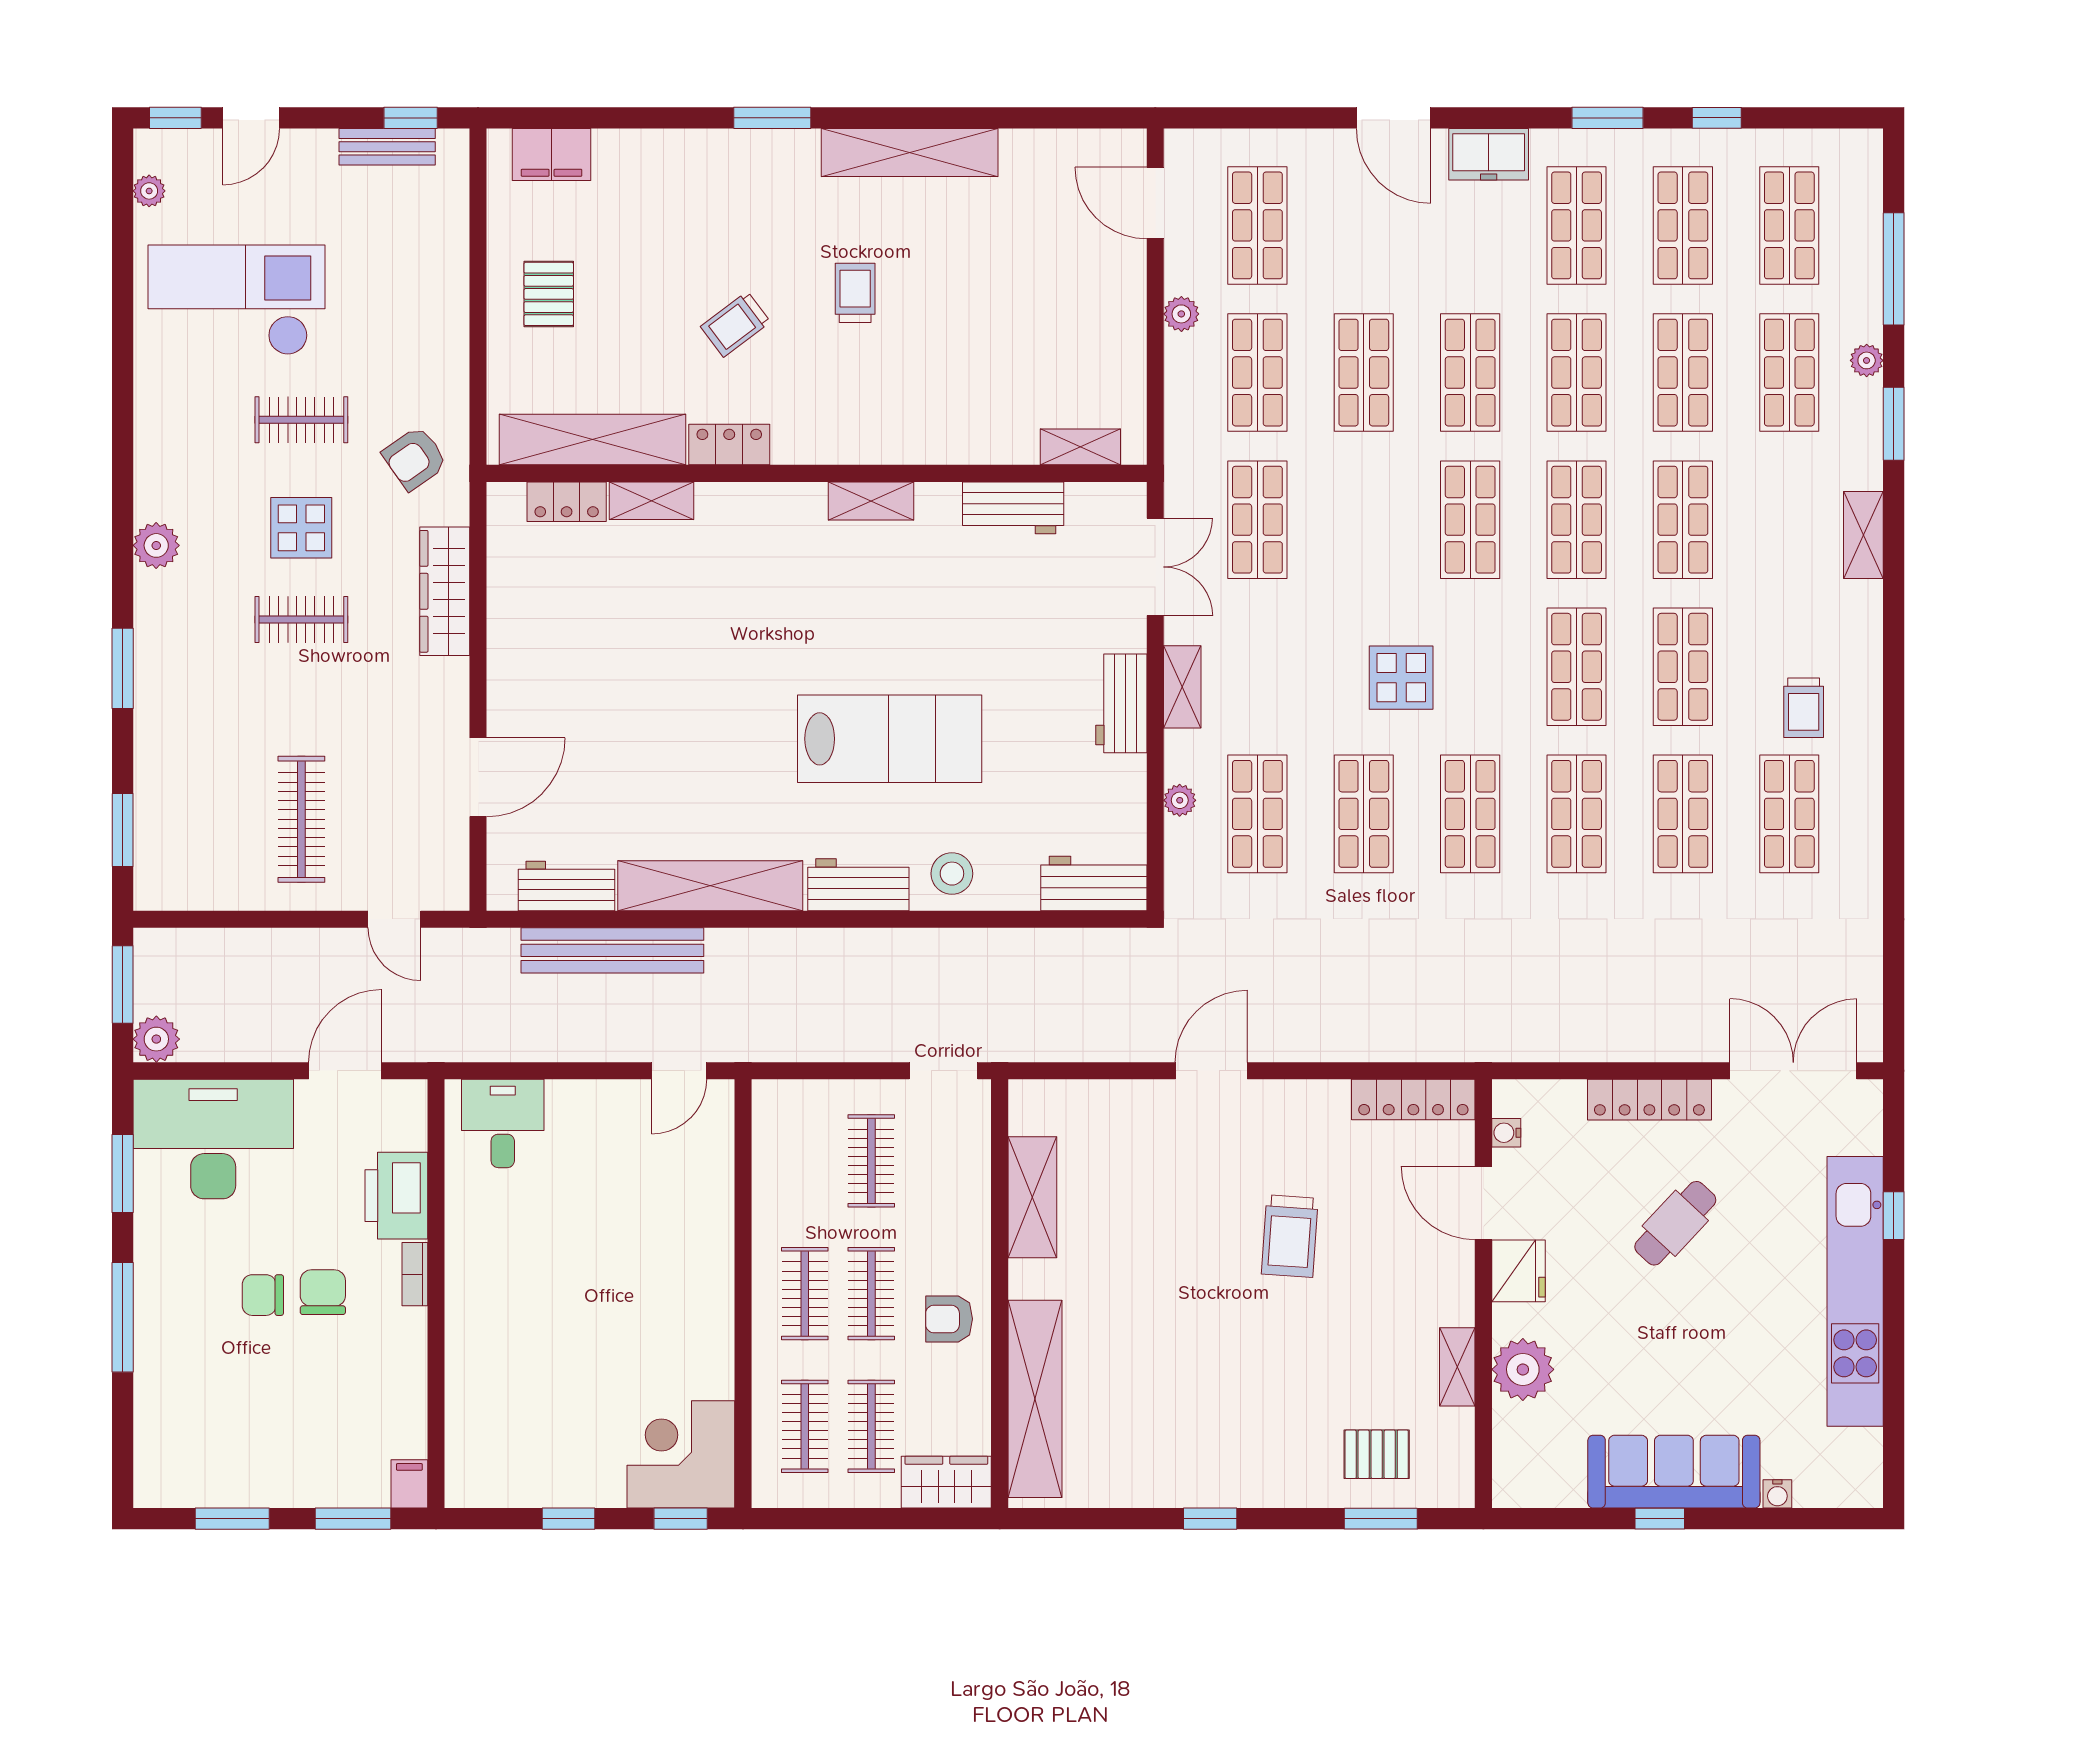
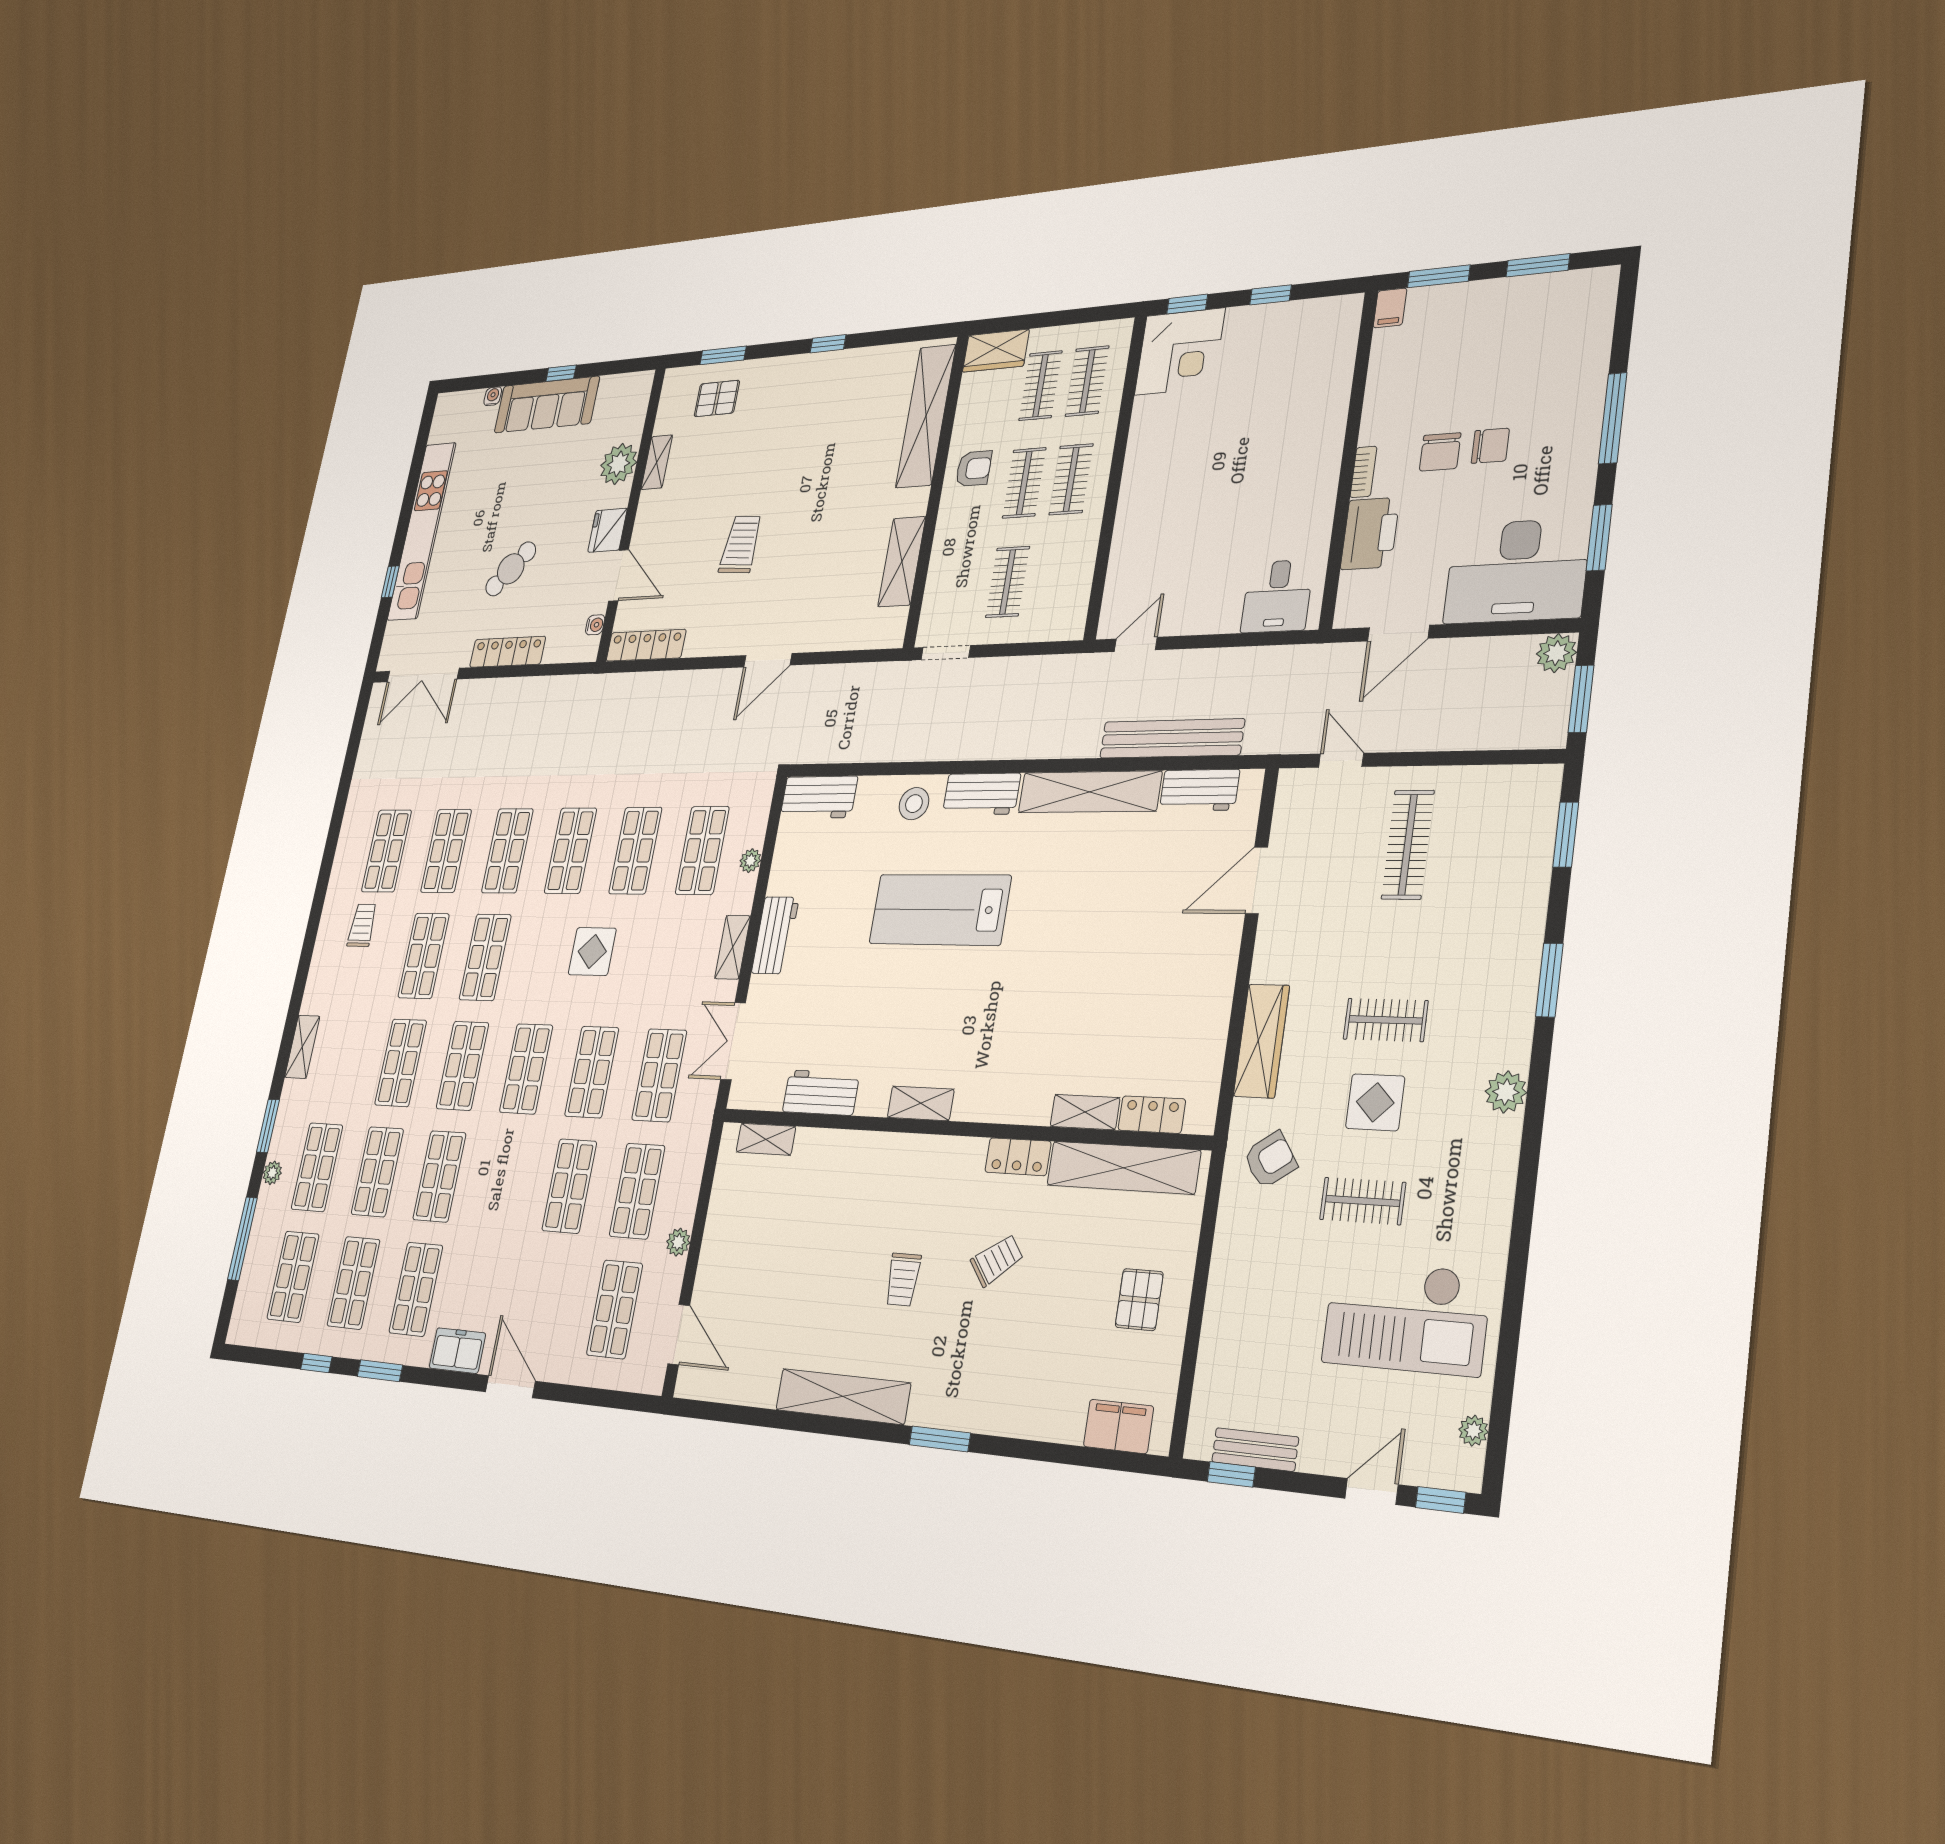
shop shelf: (1470, 373) -> (592, 1072), moved

